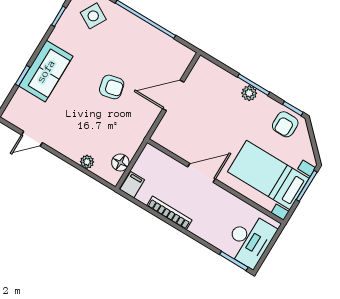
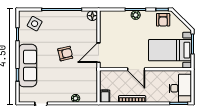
sofa: (46, 71) -> (28, 66), width x1.36
door: (173, 95) -> (99, 53), moved
floor lamp: (120, 163) -> (92, 16), moved
door: (201, 173) -> (136, 69), swing flipped

